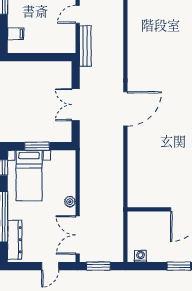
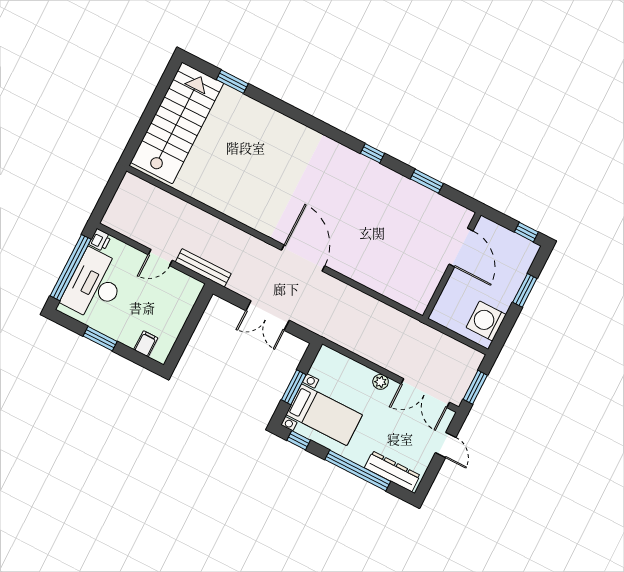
door: (78, 14) -> (160, 258), hinge flipped
washing machine: (140, 256) -> (486, 321), width x1.89, depth x1.89

